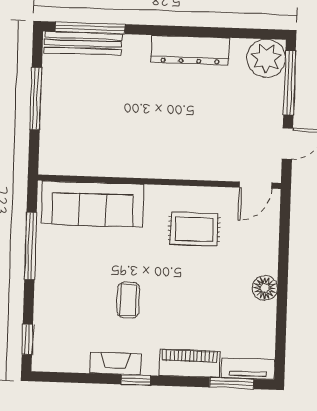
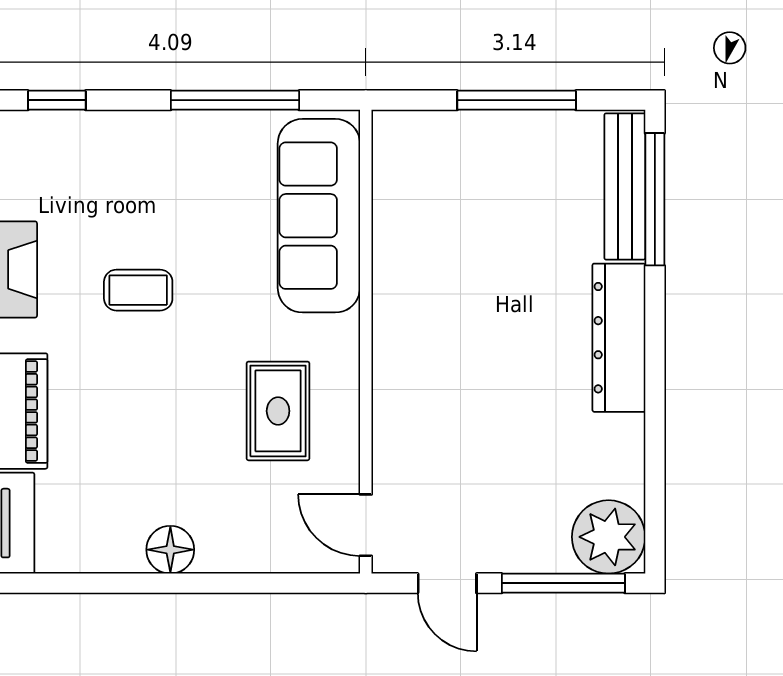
dresser: (190, 50) -> (619, 338), moved

